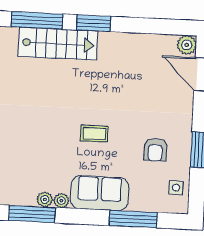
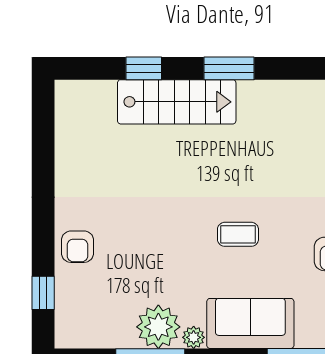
window: (37, 20) -> (144, 68), width x0.46
plant: (45, 199) -> (158, 327), width x1.88, depth x1.88

